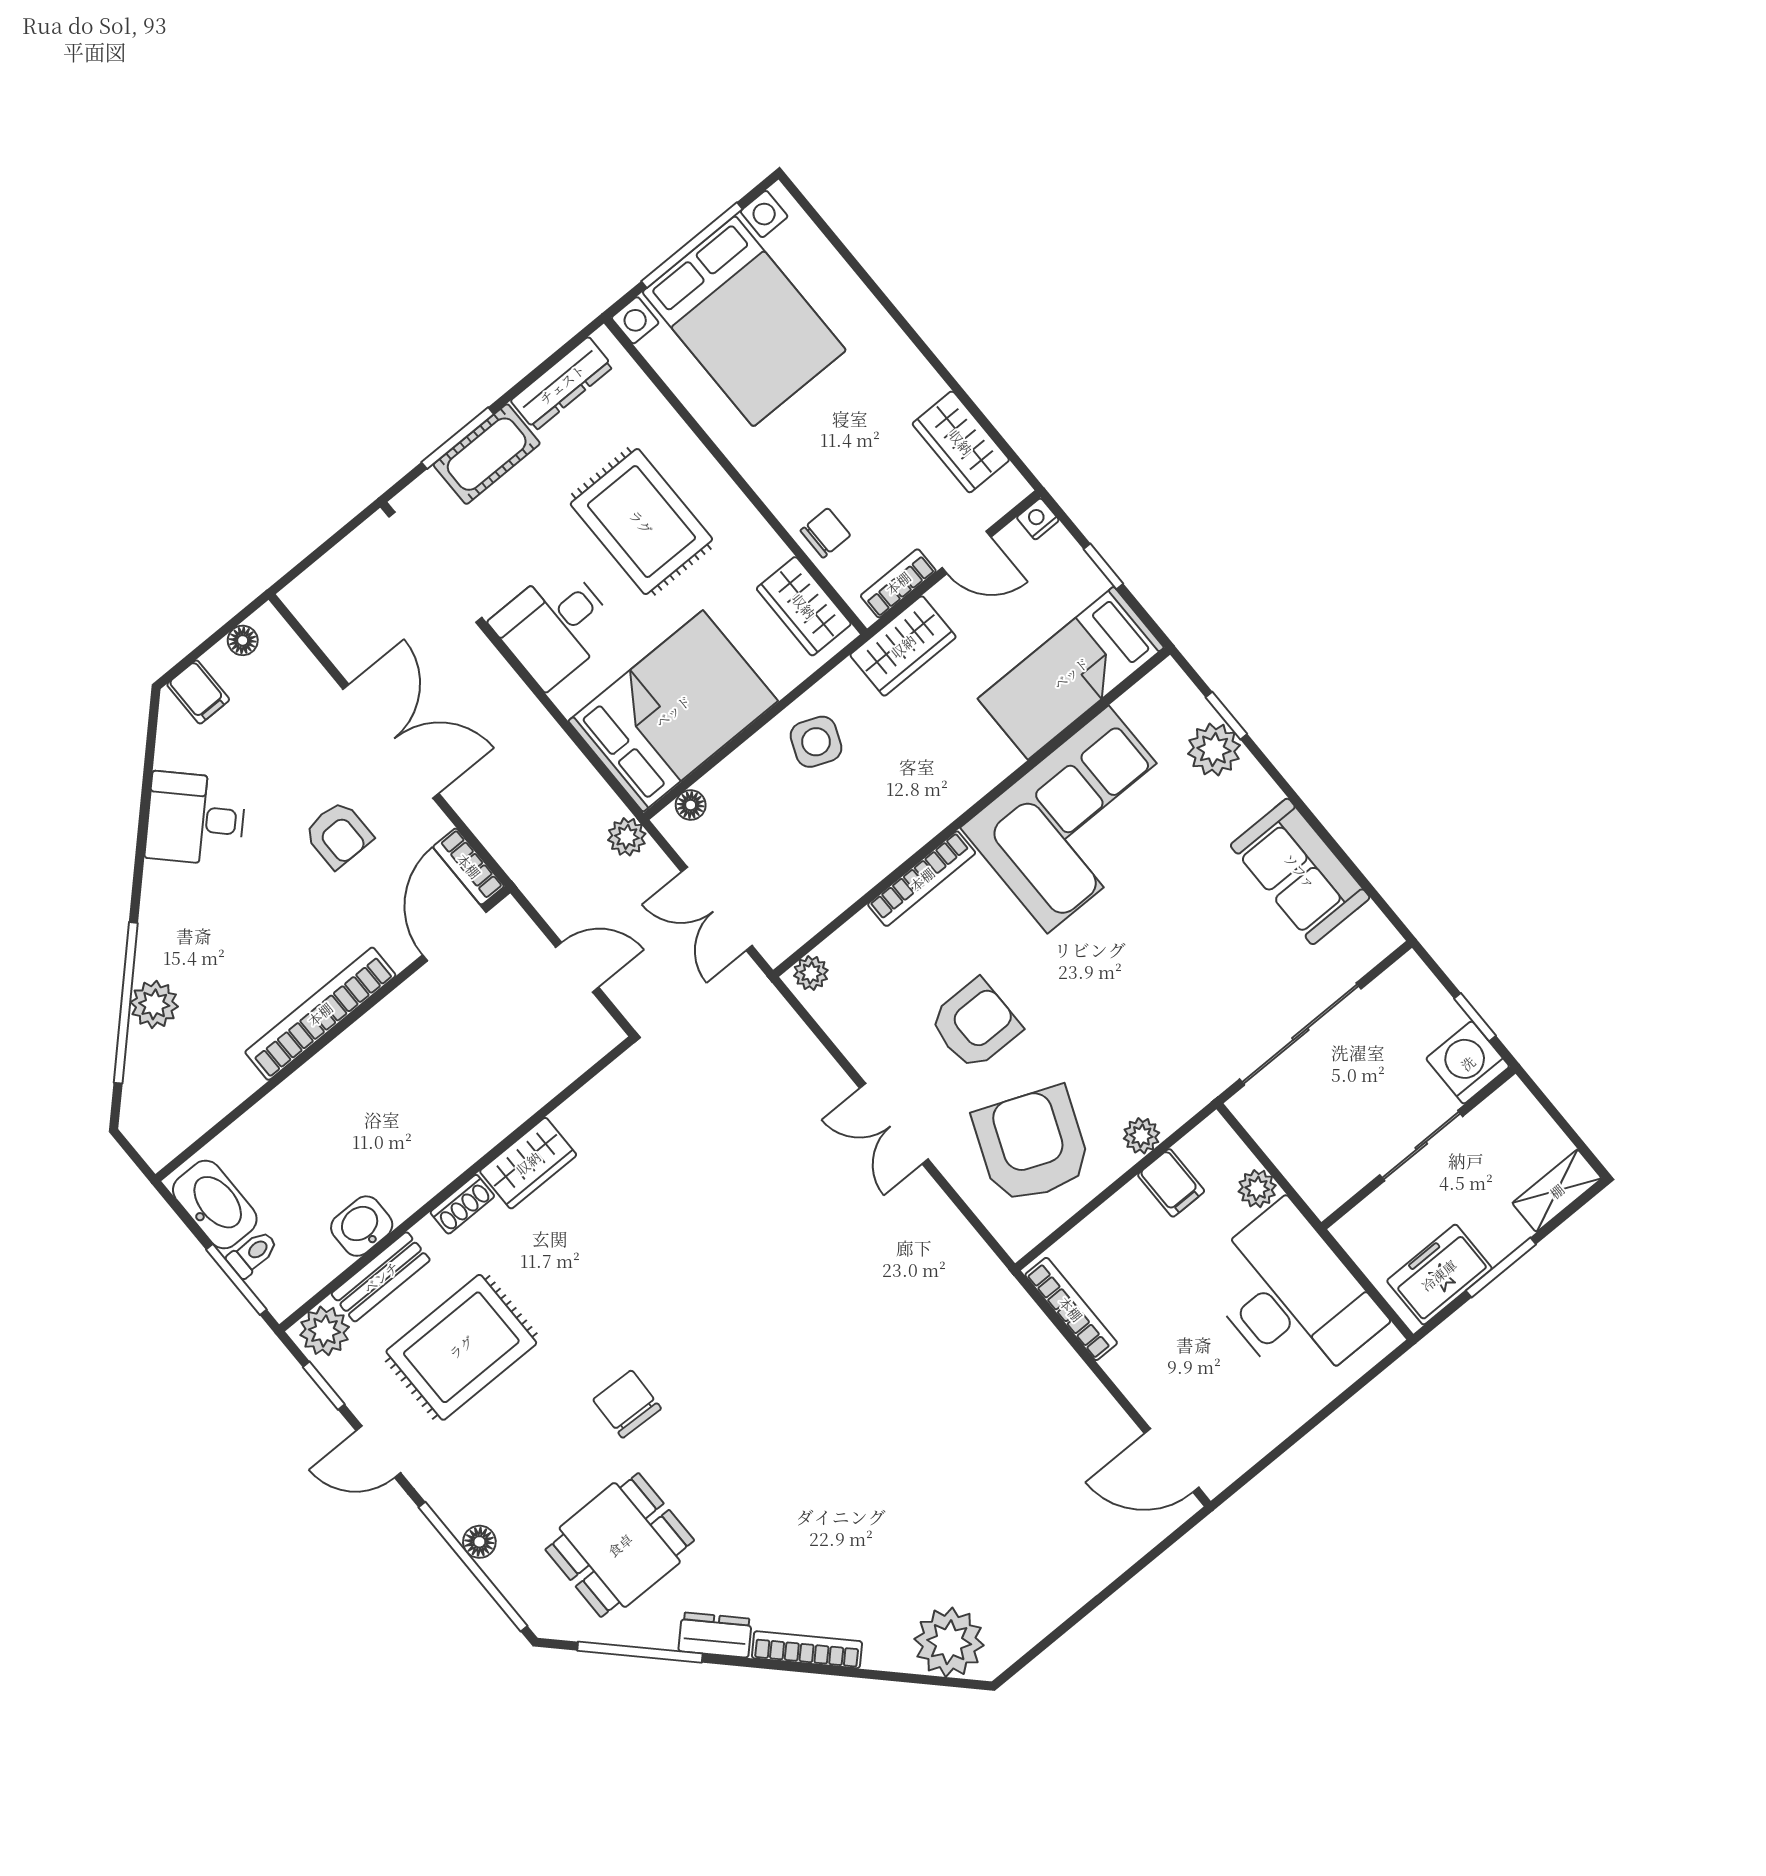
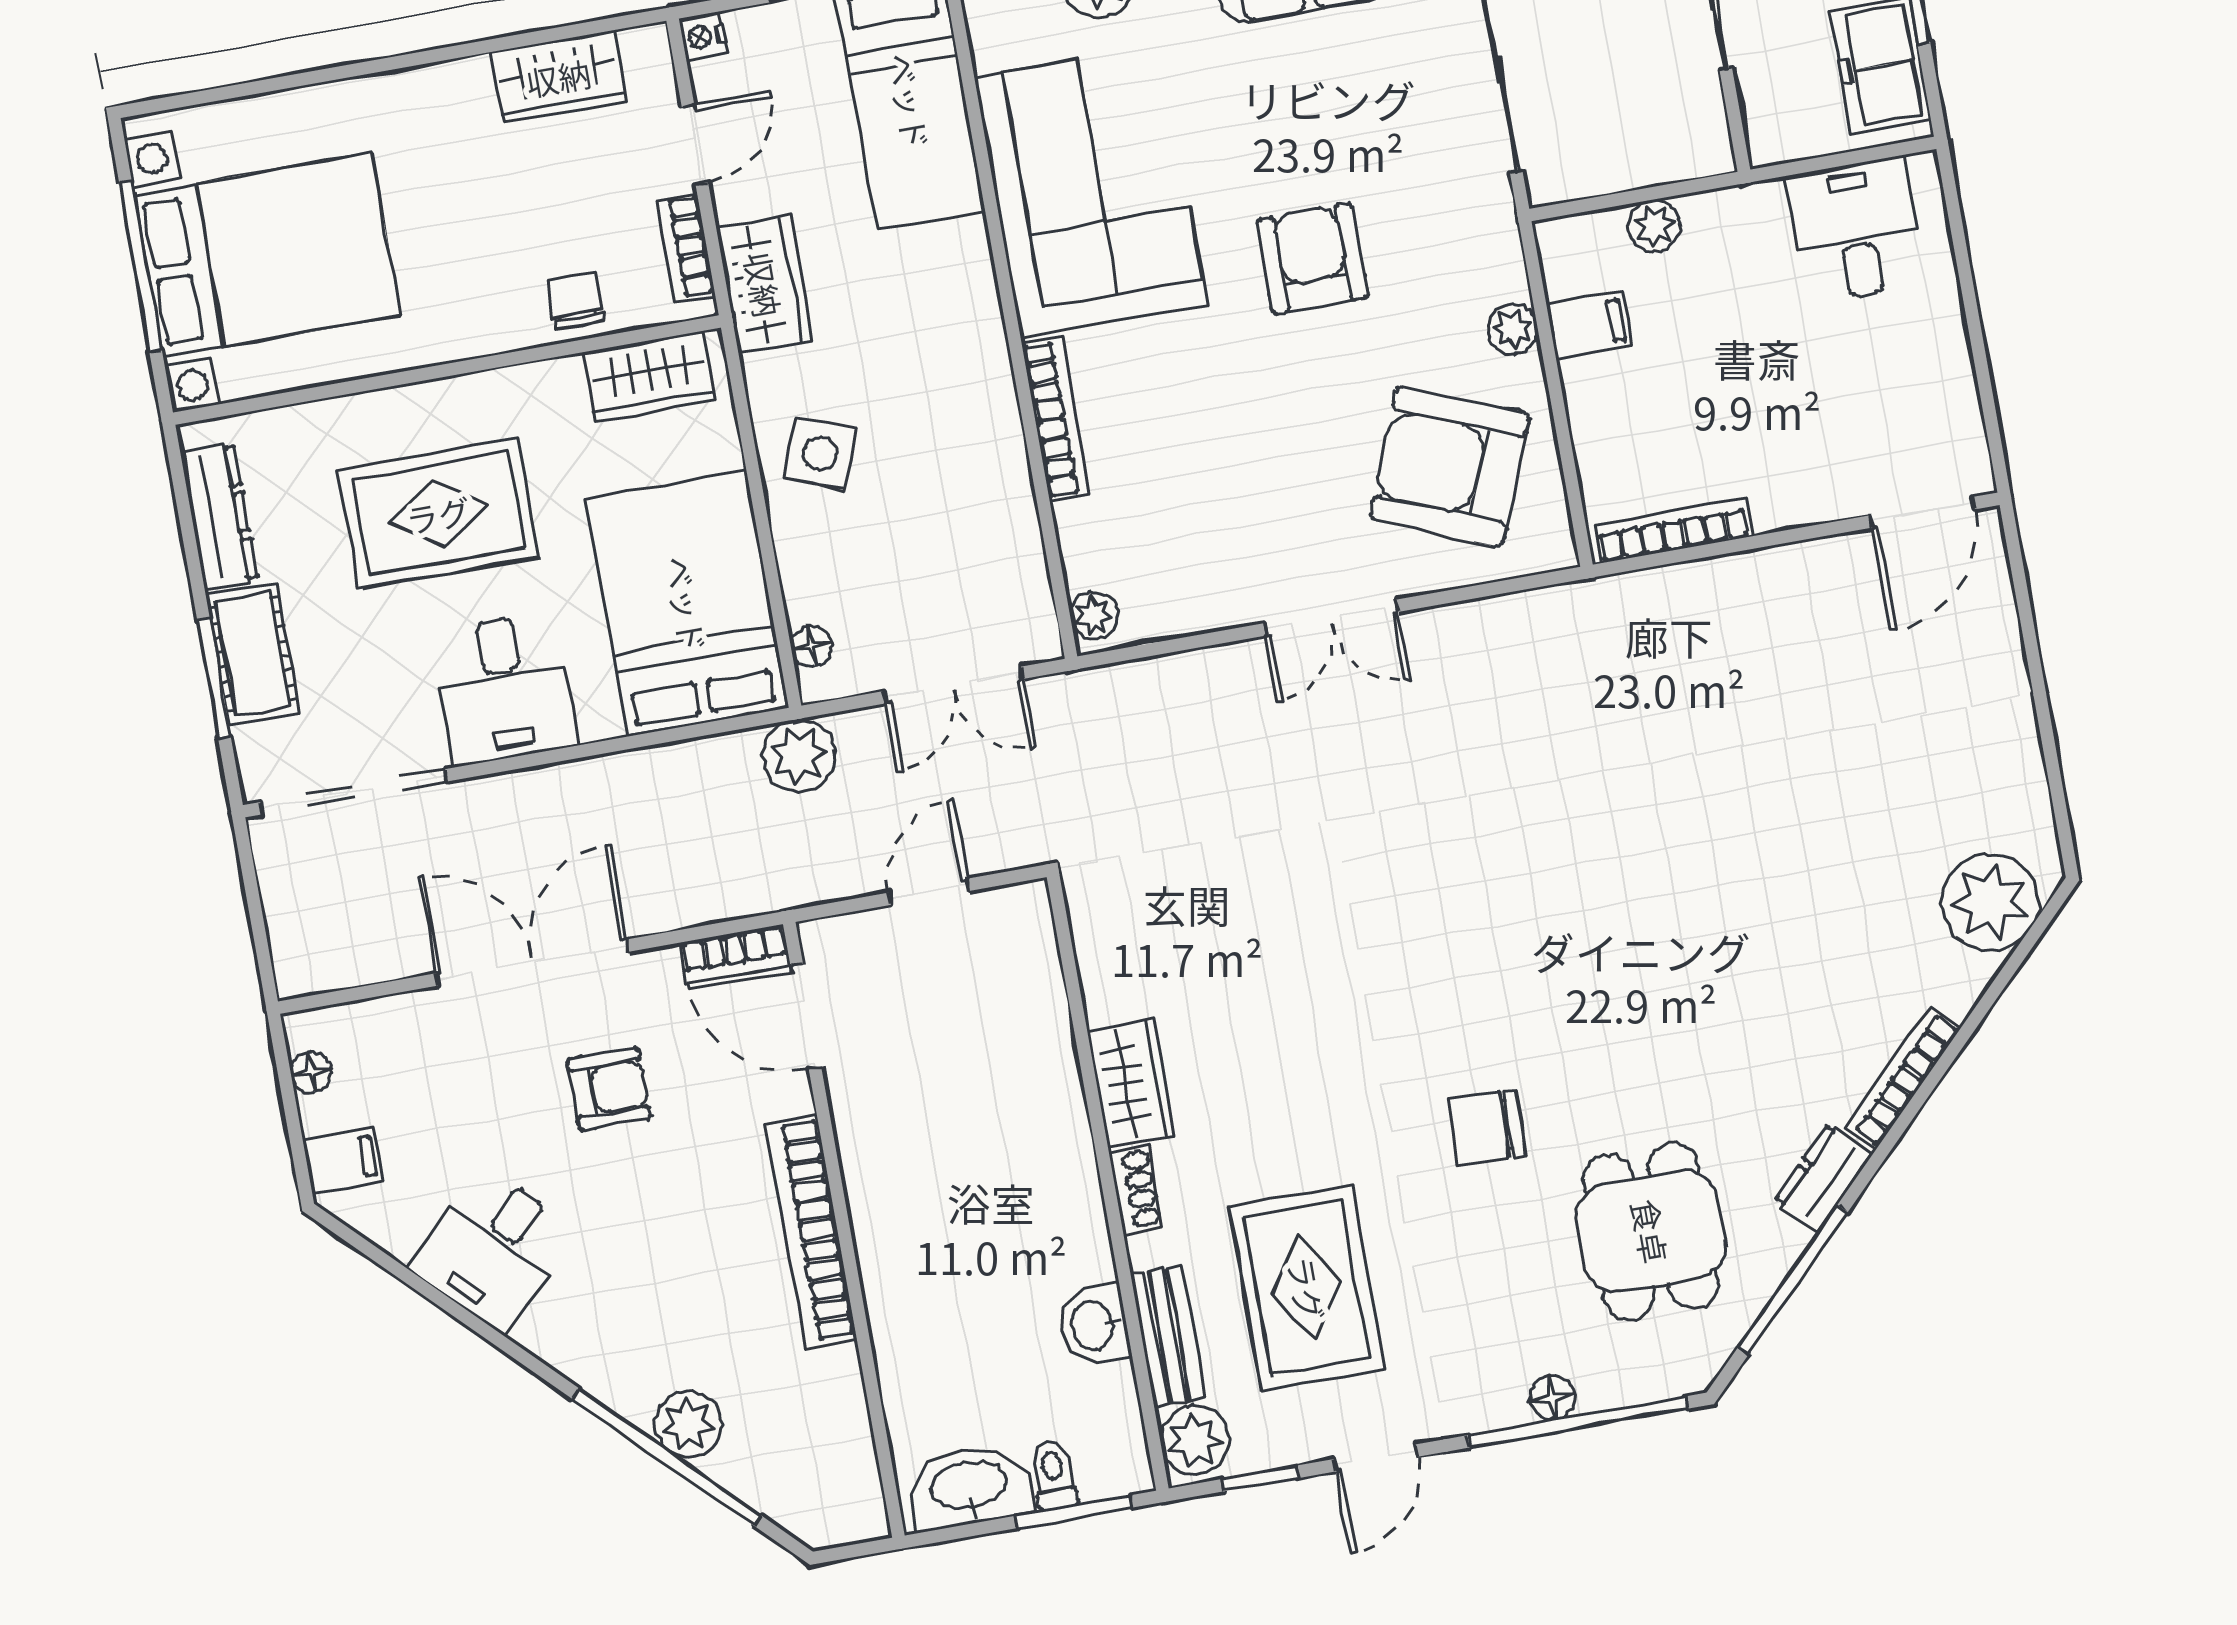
plant: (627, 837) -> (798, 756), width x1.38, depth x1.38
armchair: (975, 1024) -> (1312, 258), moved
desk: (1291, 1297) -> (1856, 230), width x0.53, depth x0.77

